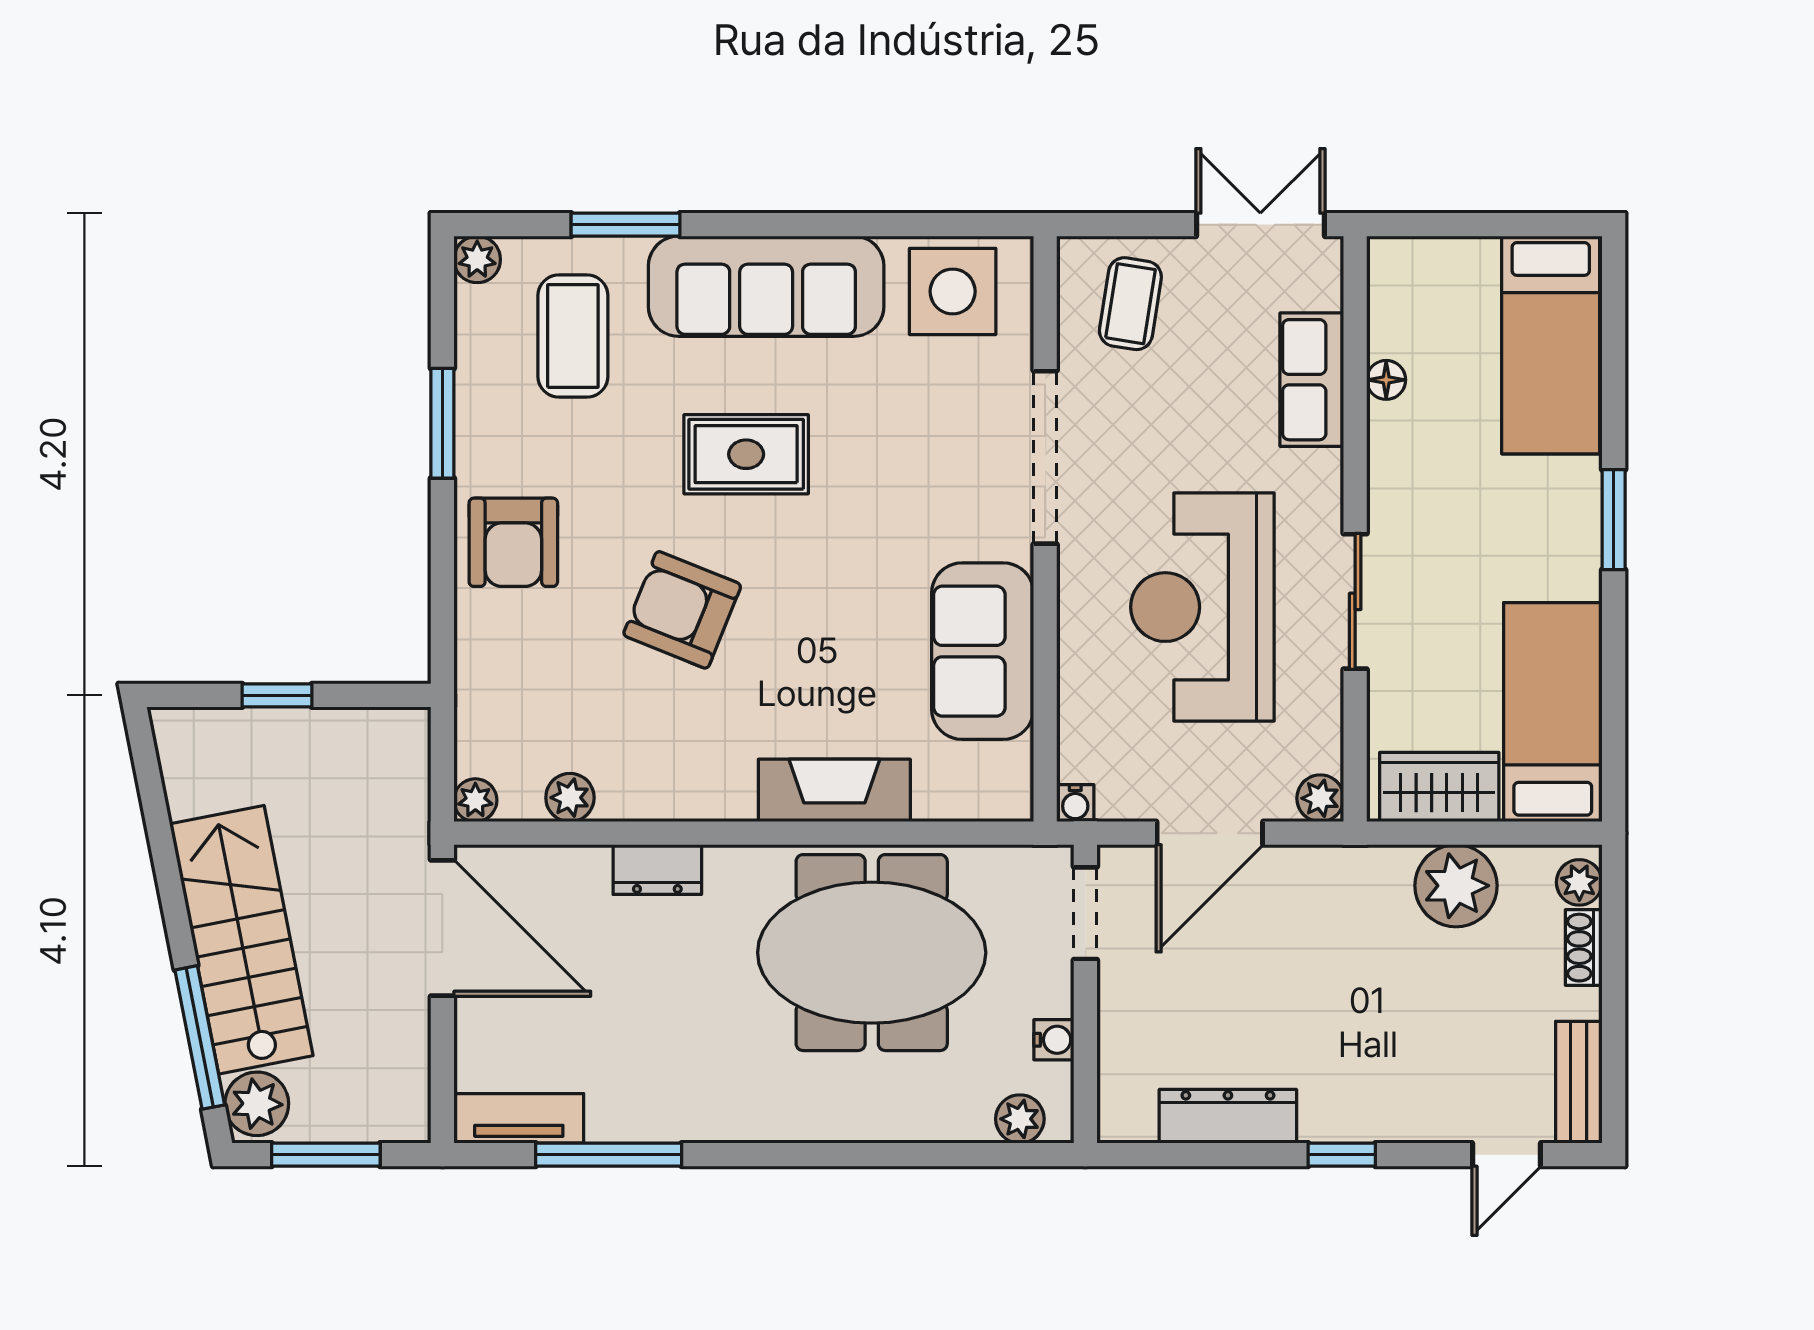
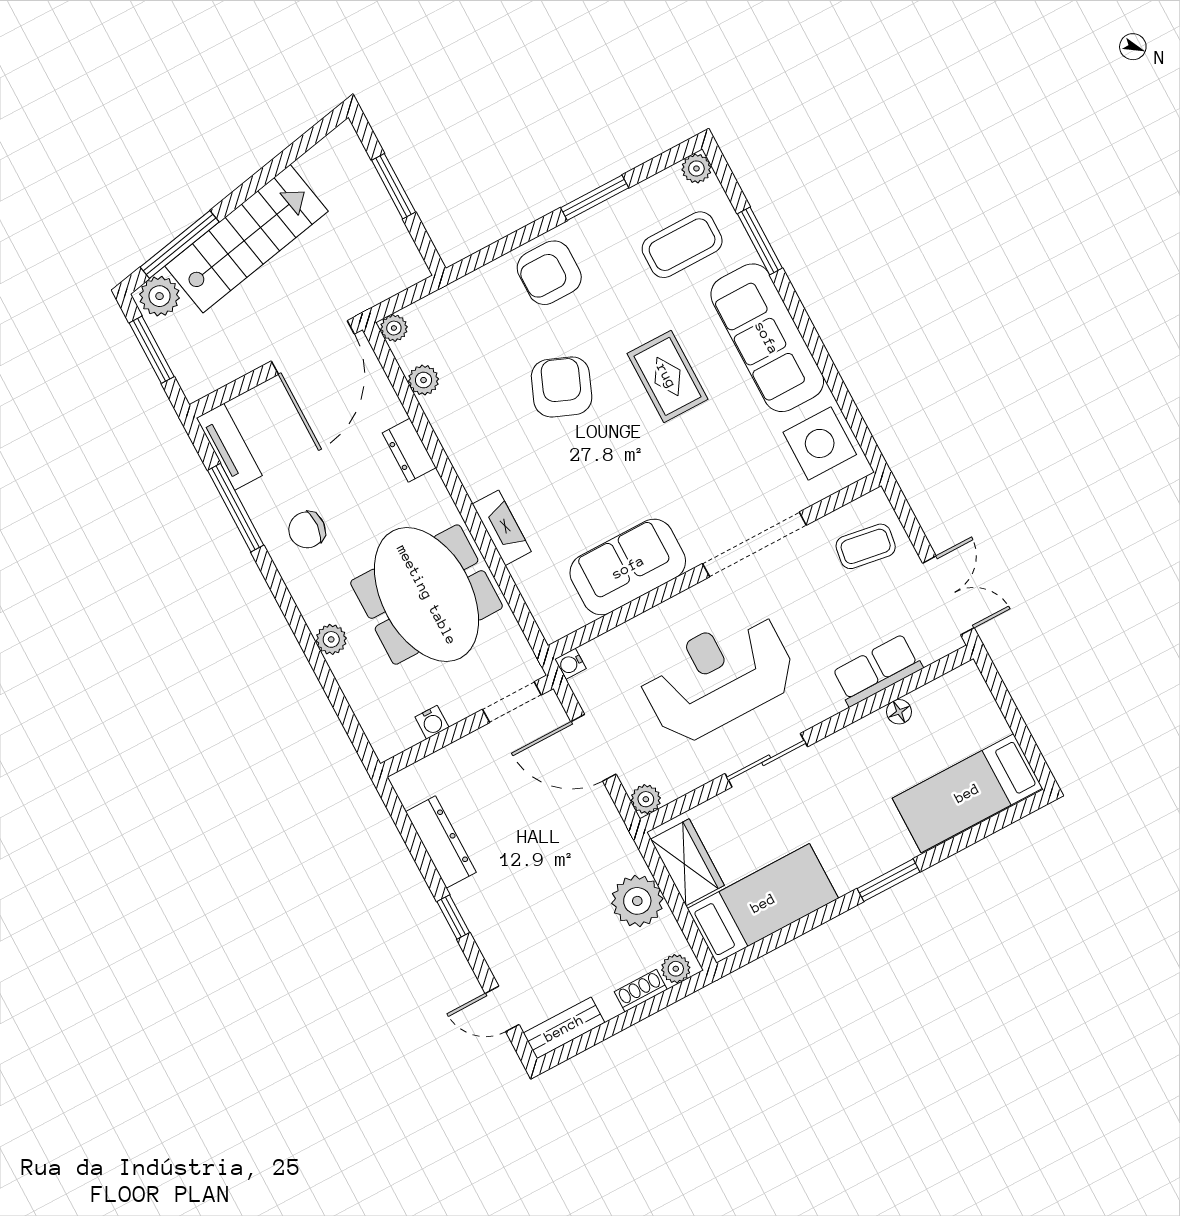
window: (277, 695) -> (394, 186), width x1.50
fireplace: (834, 790) -> (502, 528), width x0.73, depth x0.76
chair: (693, 1071) -> (307, 530), added
plant: (1020, 1119) -> (331, 639), moved

